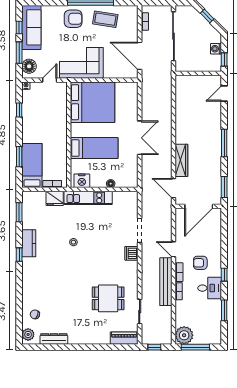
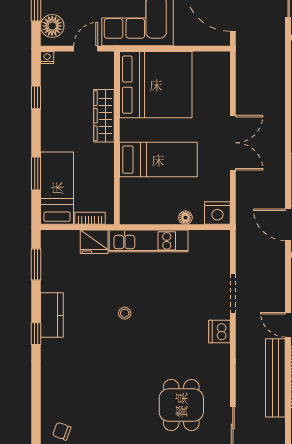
wardrobe: (61, 121) -> (104, 116), added
nightstand: (82, 181) -> (217, 213), moved
dining table: (108, 298) -> (181, 405), turned 90

